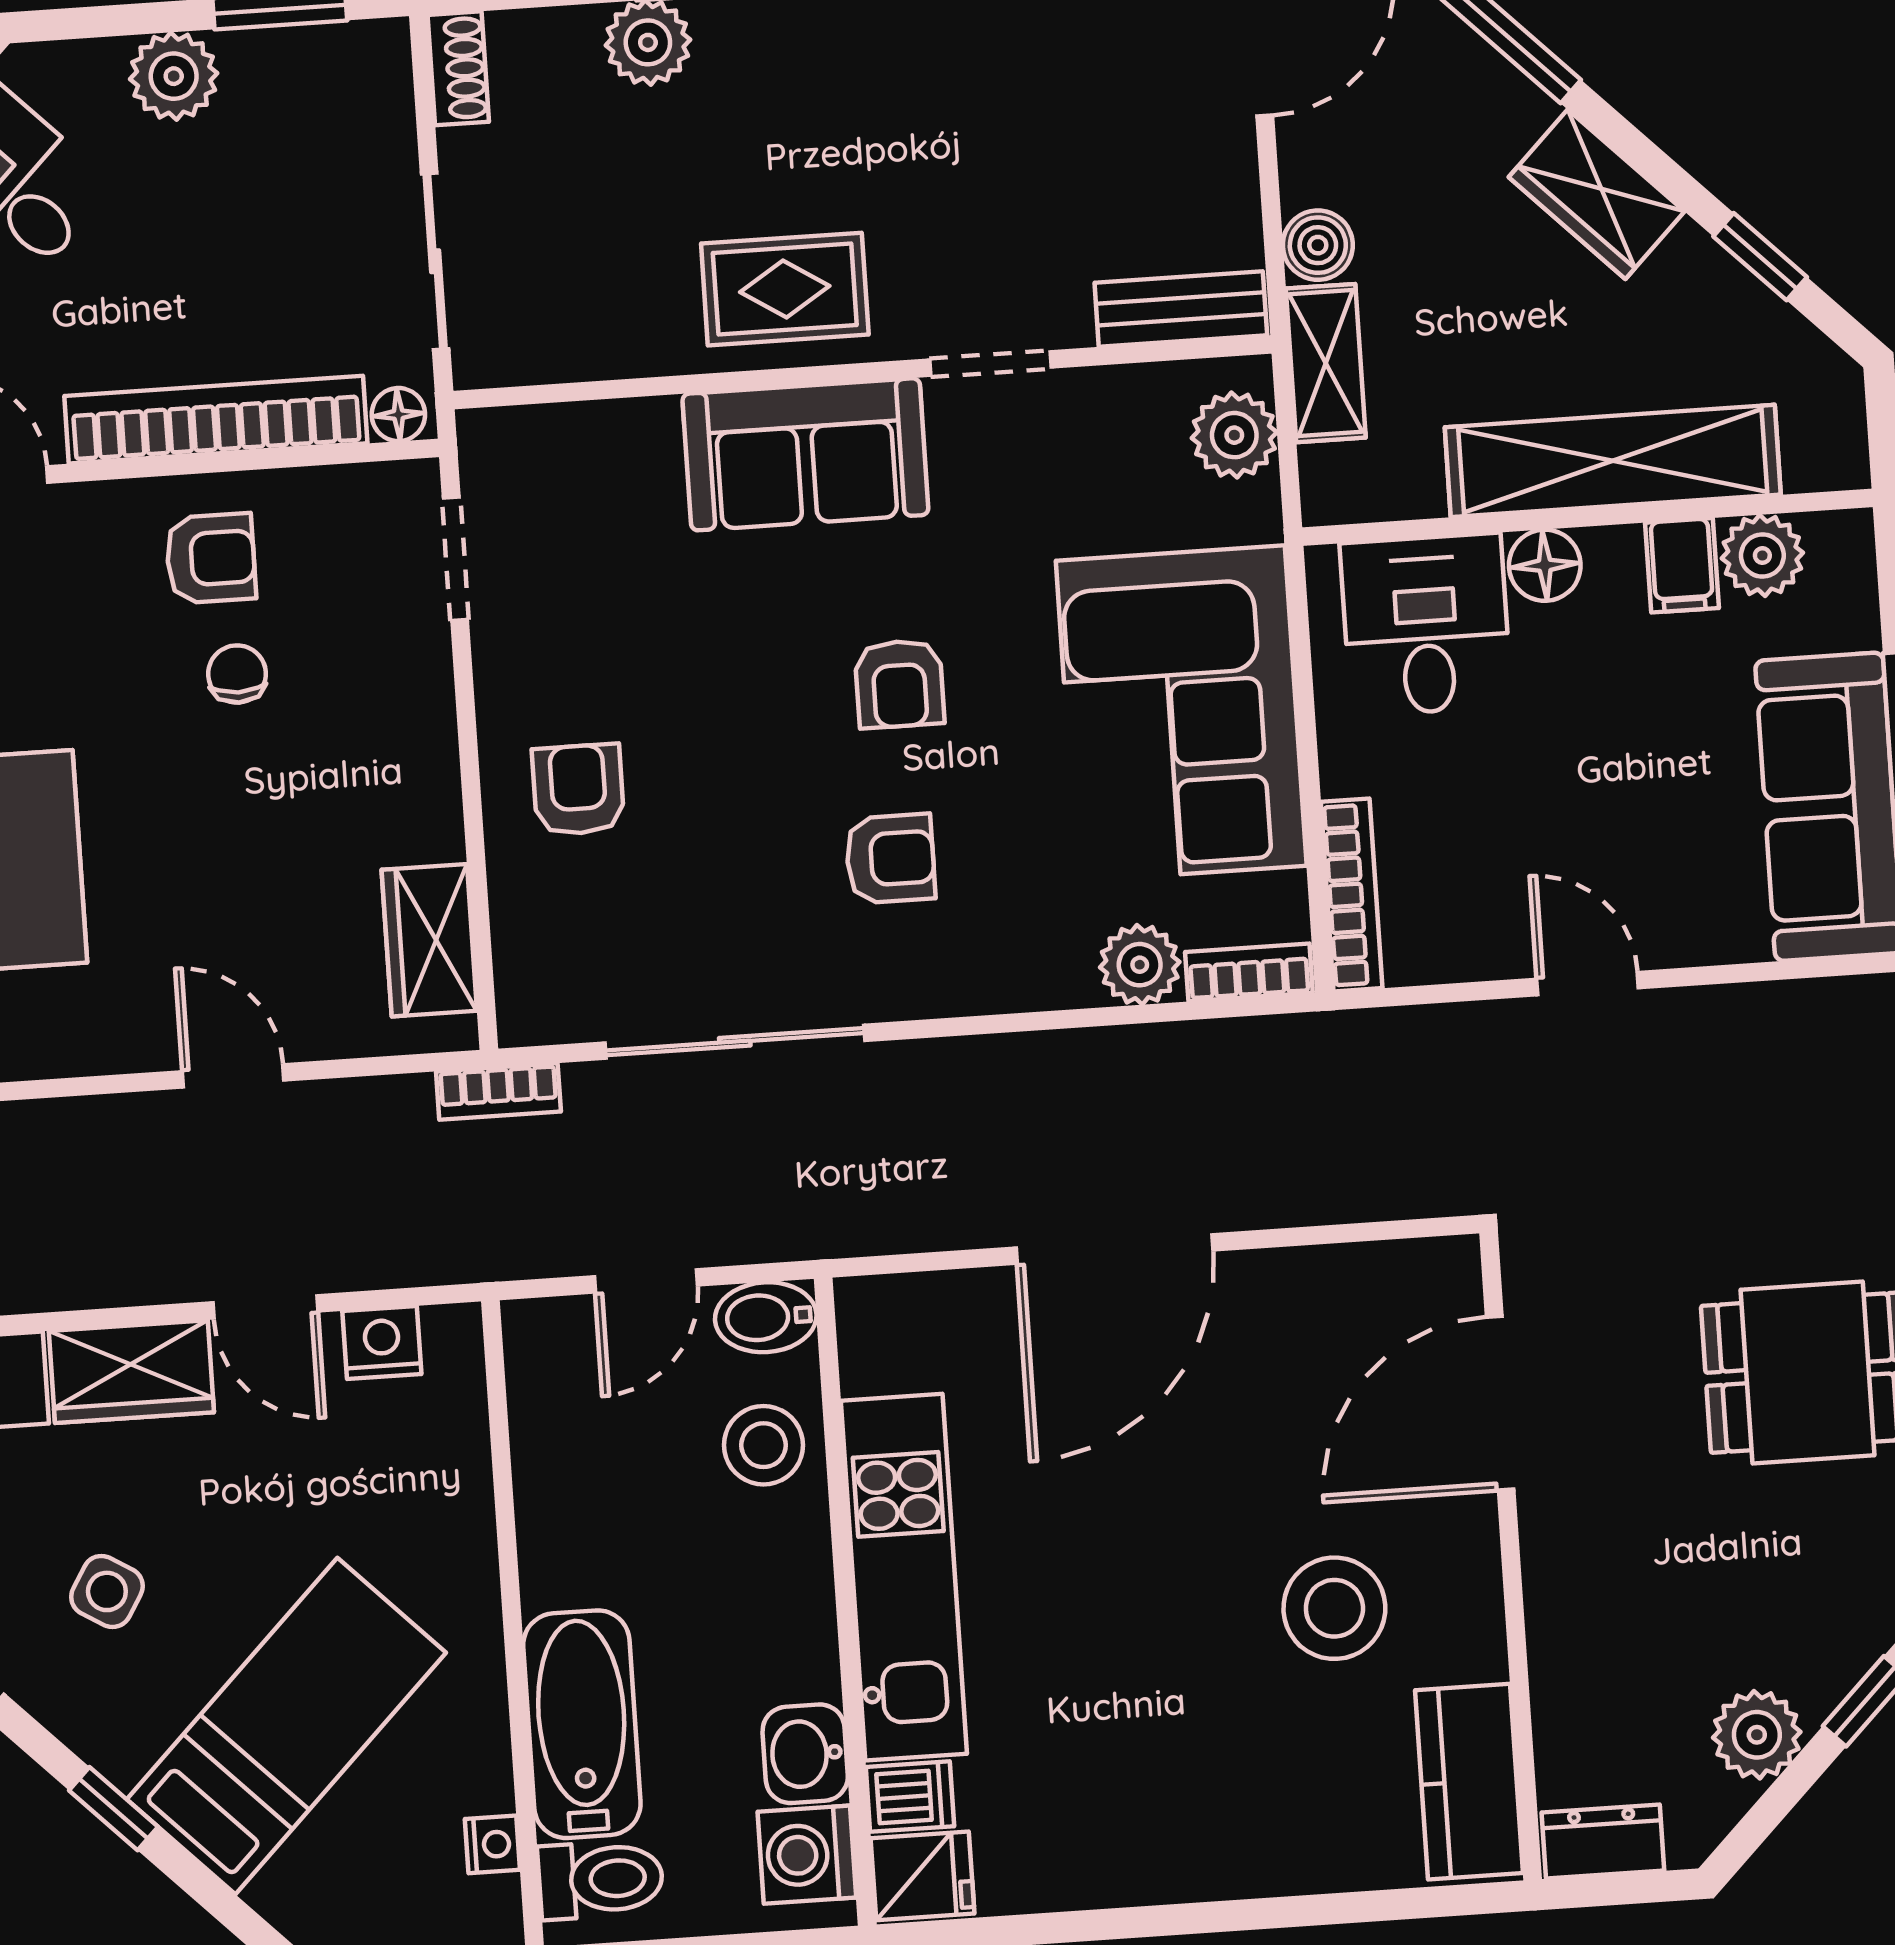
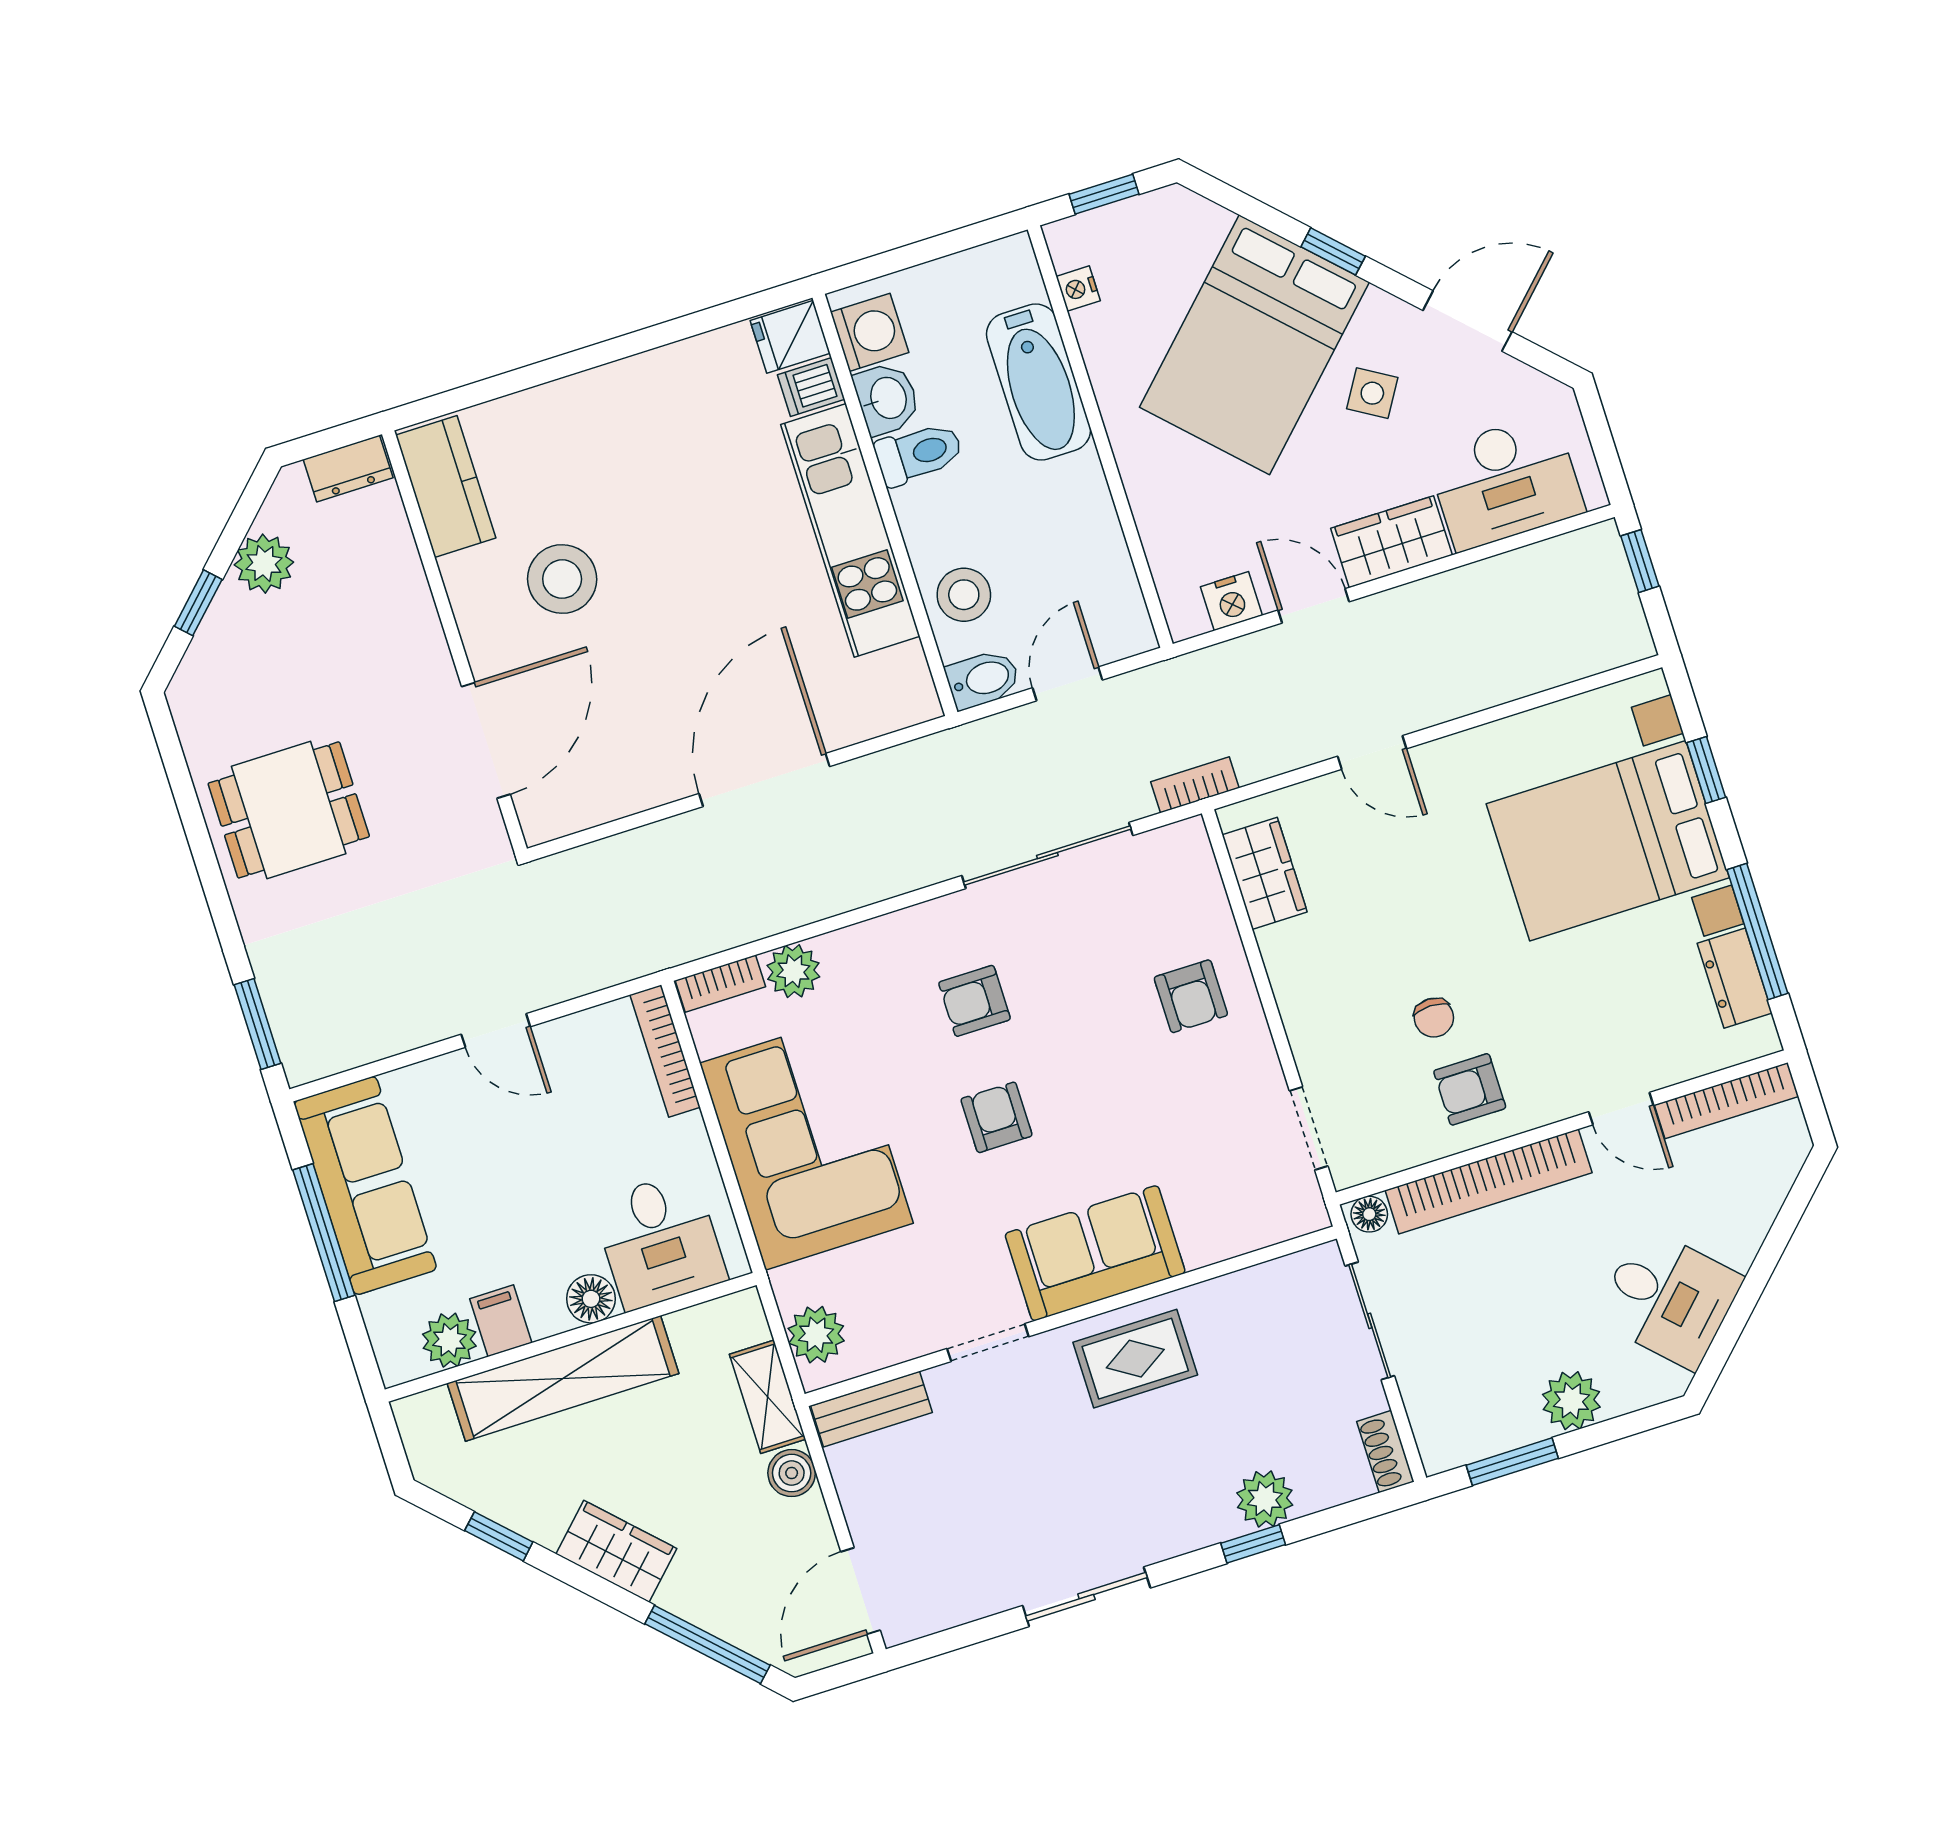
bed: (286, 1726) -> (1254, 345), width x1.50
toilet: (601, 1879) -> (919, 454), moved, turned 180

